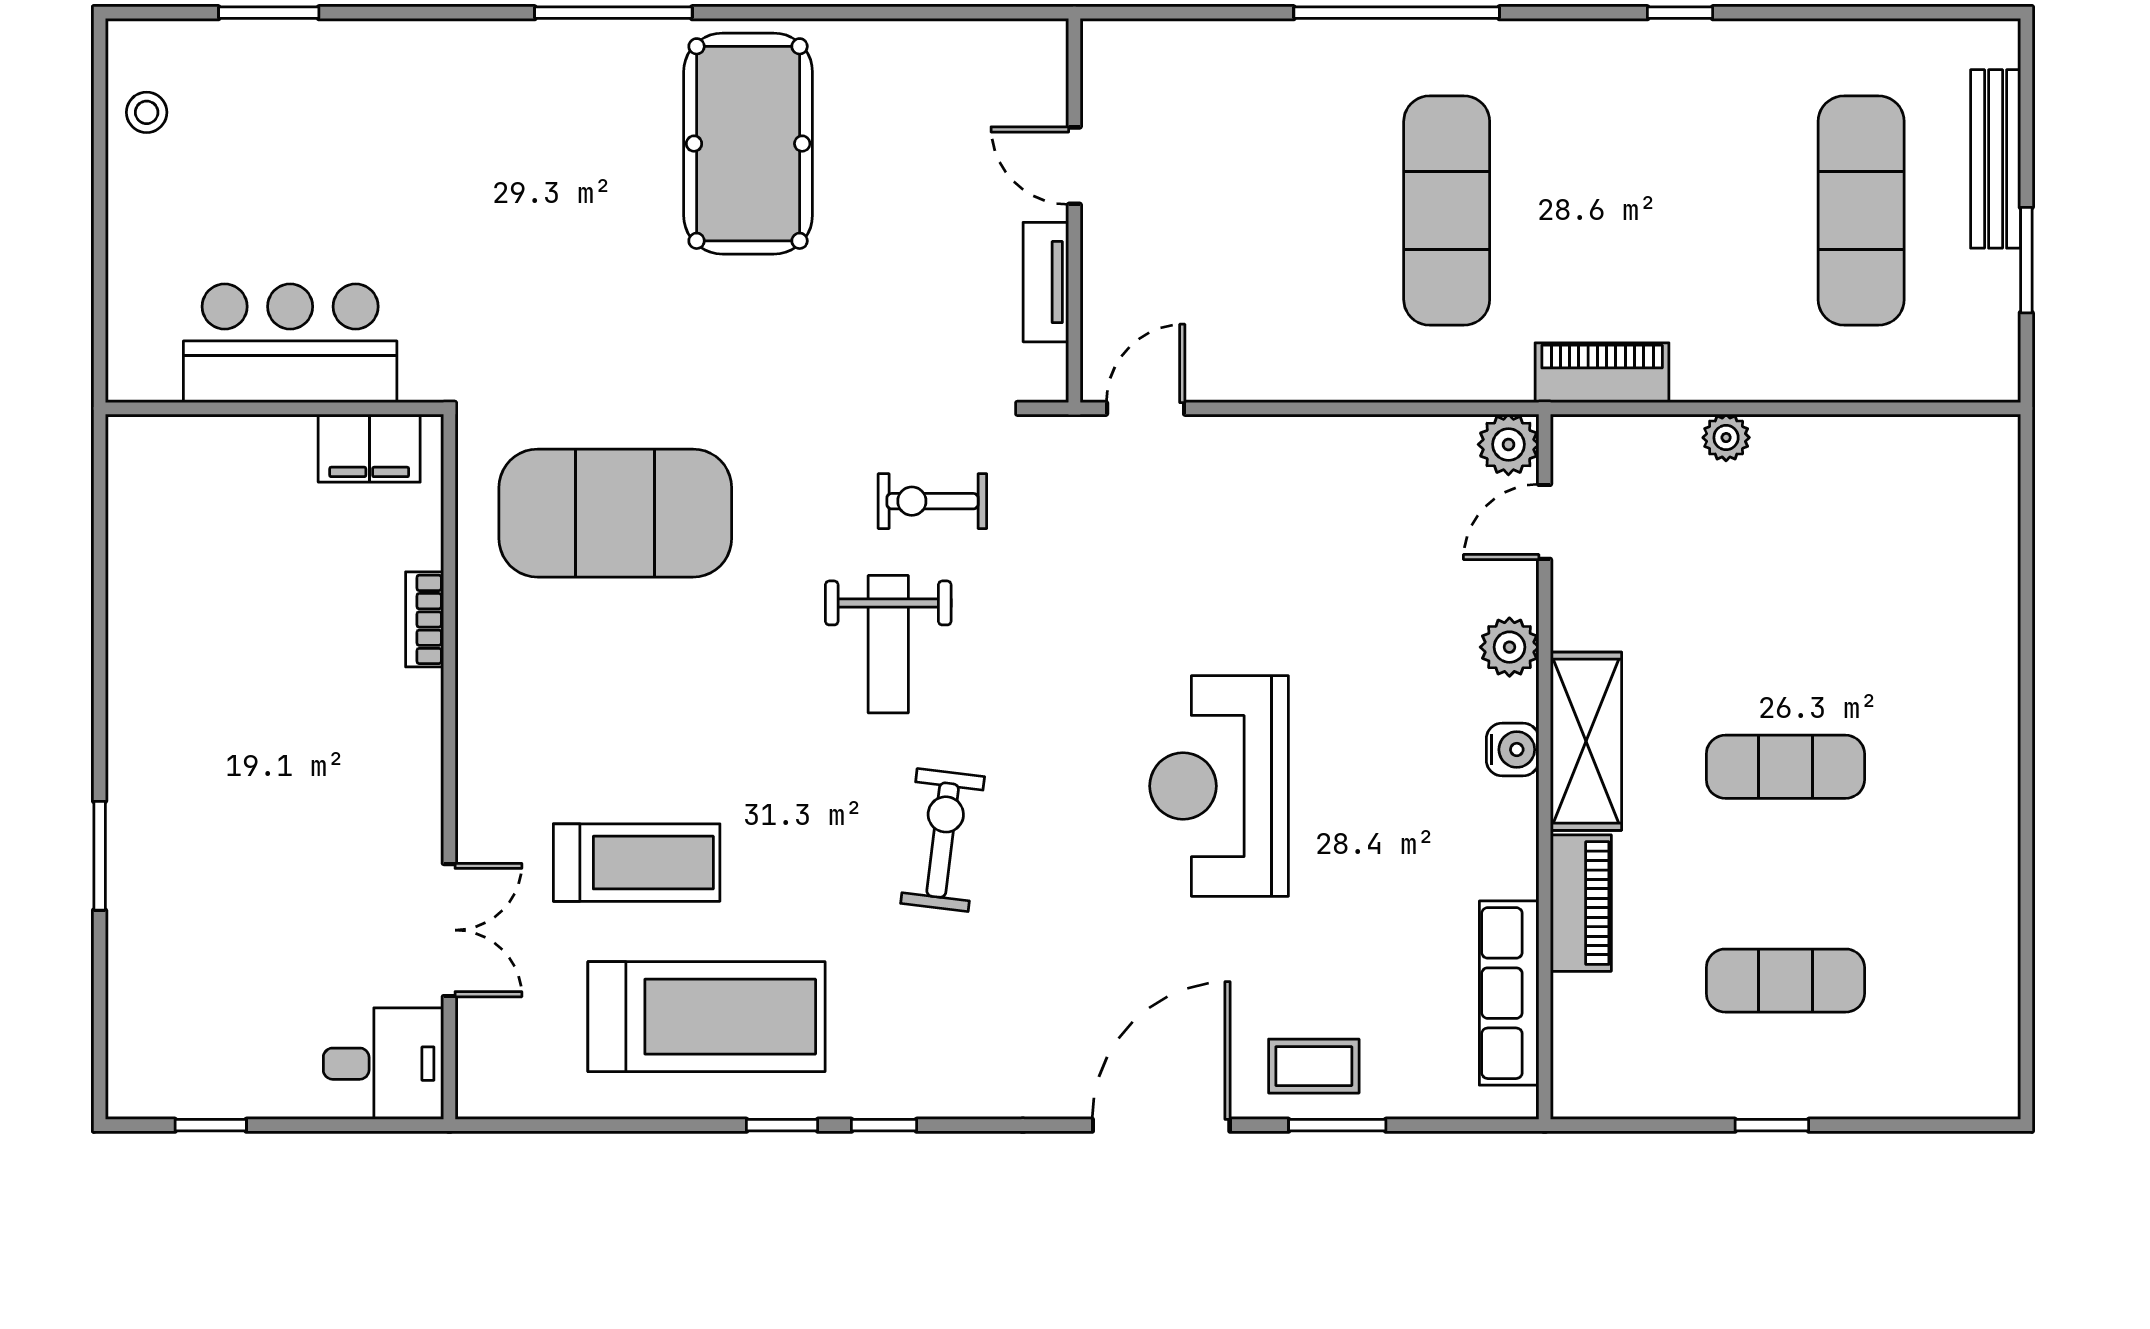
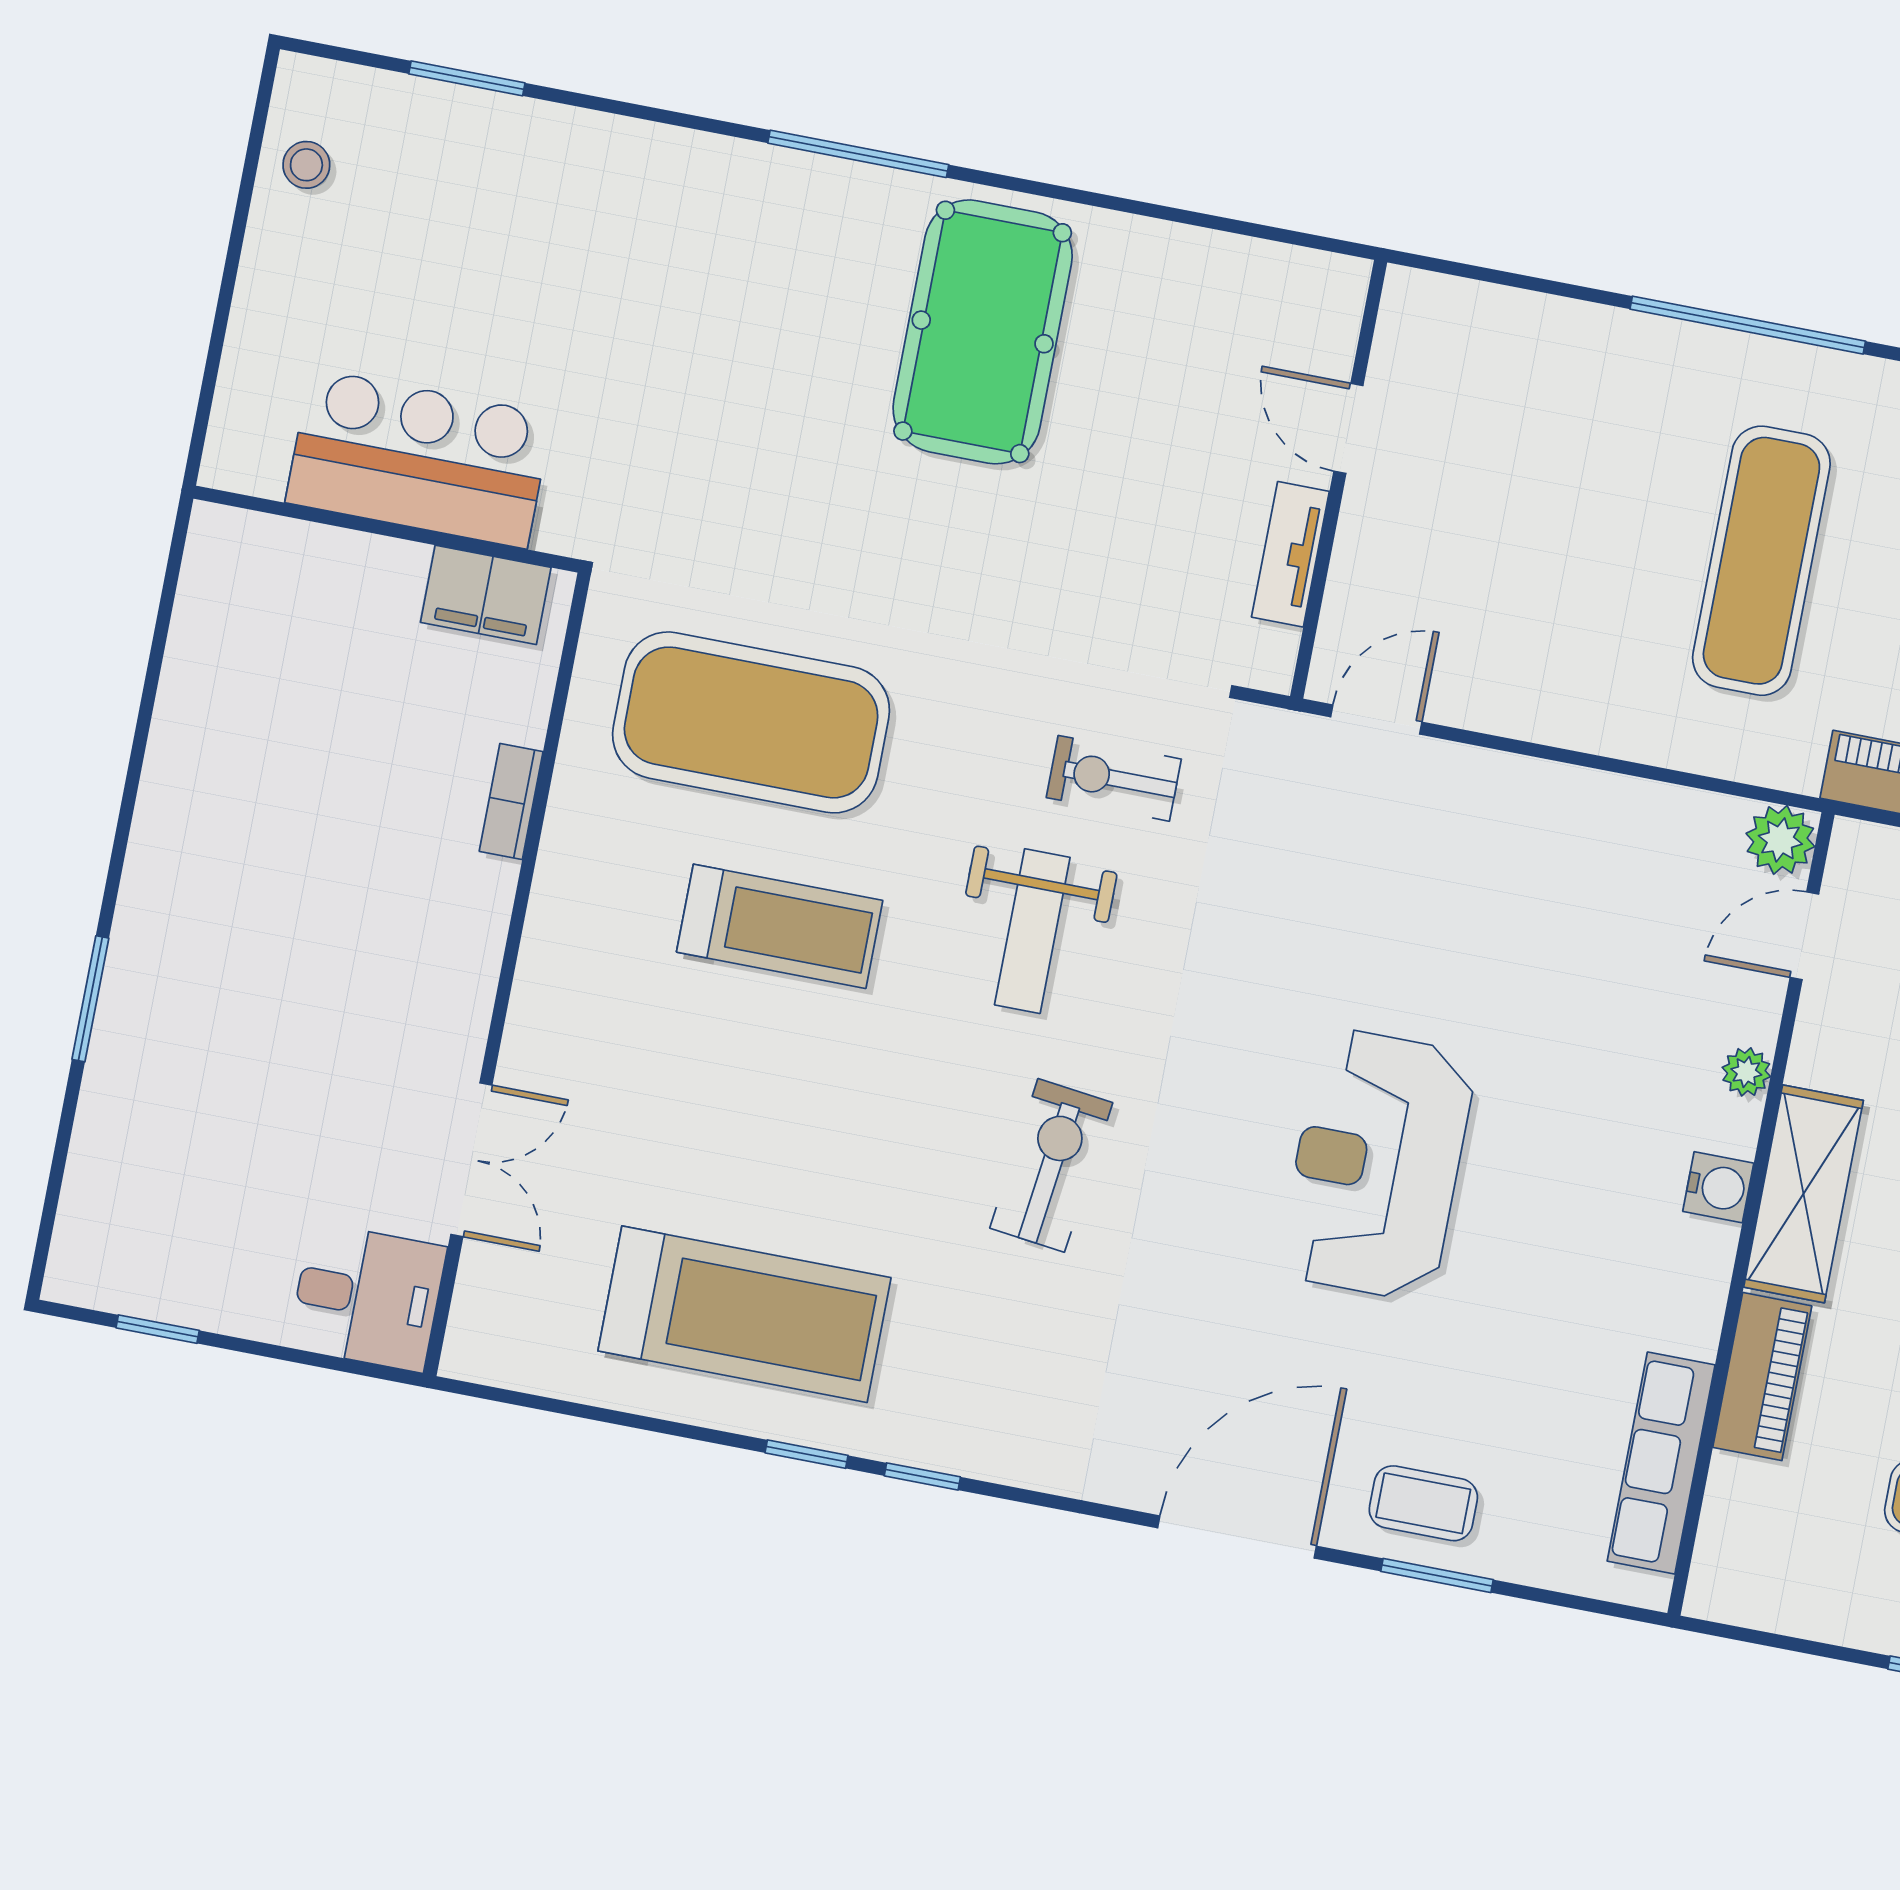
plant: (1509, 647) -> (1746, 1072), width x0.73, depth x0.73
treadmill: (637, 863) -> (780, 926), moved

